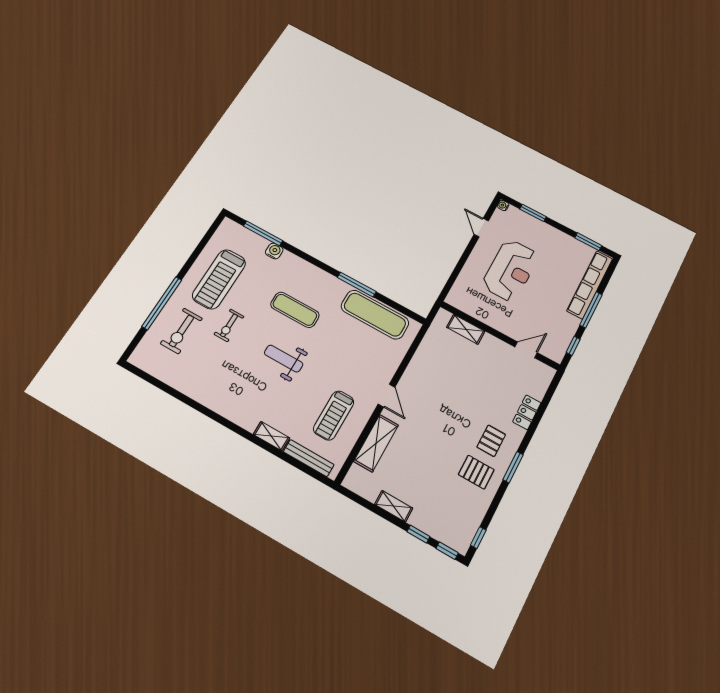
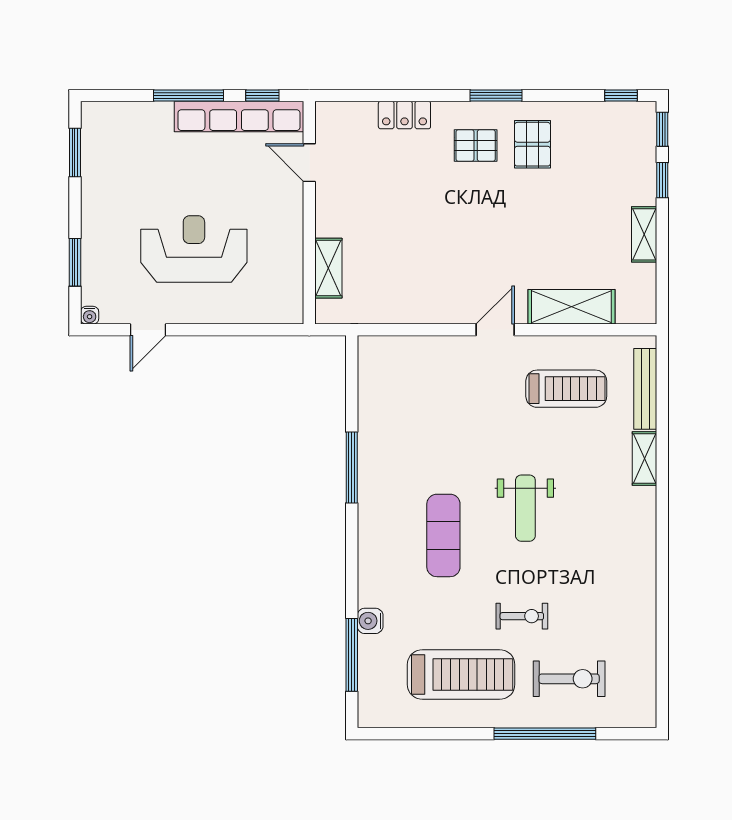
row of seats: (590, 285) -> (239, 116), moved
exercise mat: (375, 315) -> (383, 414), removed

